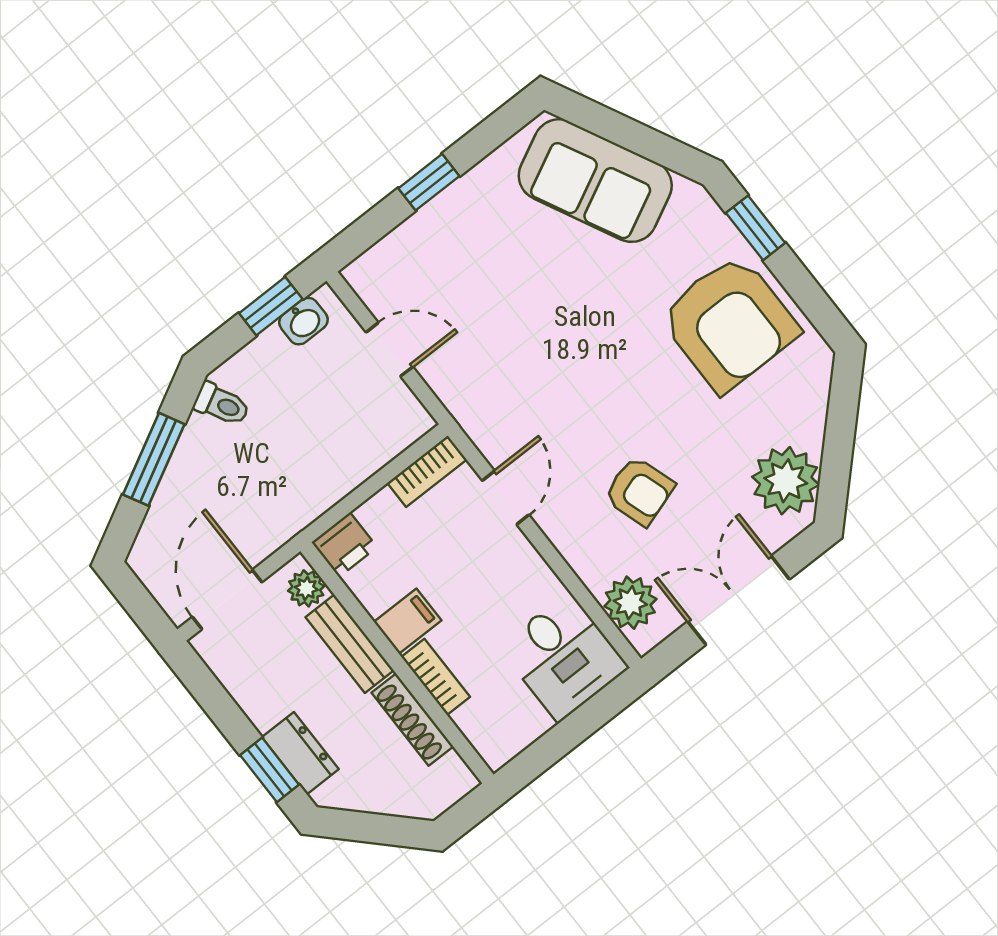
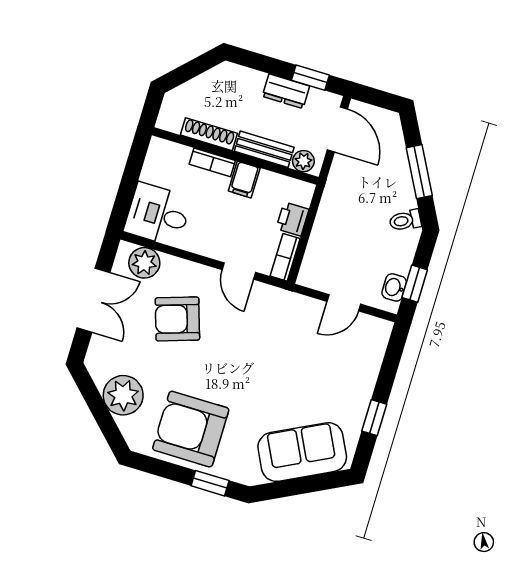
window: (429, 182) -> (374, 418), moved
plant: (786, 481) -> (123, 395), moved
armchair: (639, 491) -> (177, 319), width x1.38, depth x1.38
printer: (344, 545) -> (293, 219), moved
dresser: (300, 753) -> (286, 91), moved
window: (270, 770) -> (310, 78), moved

